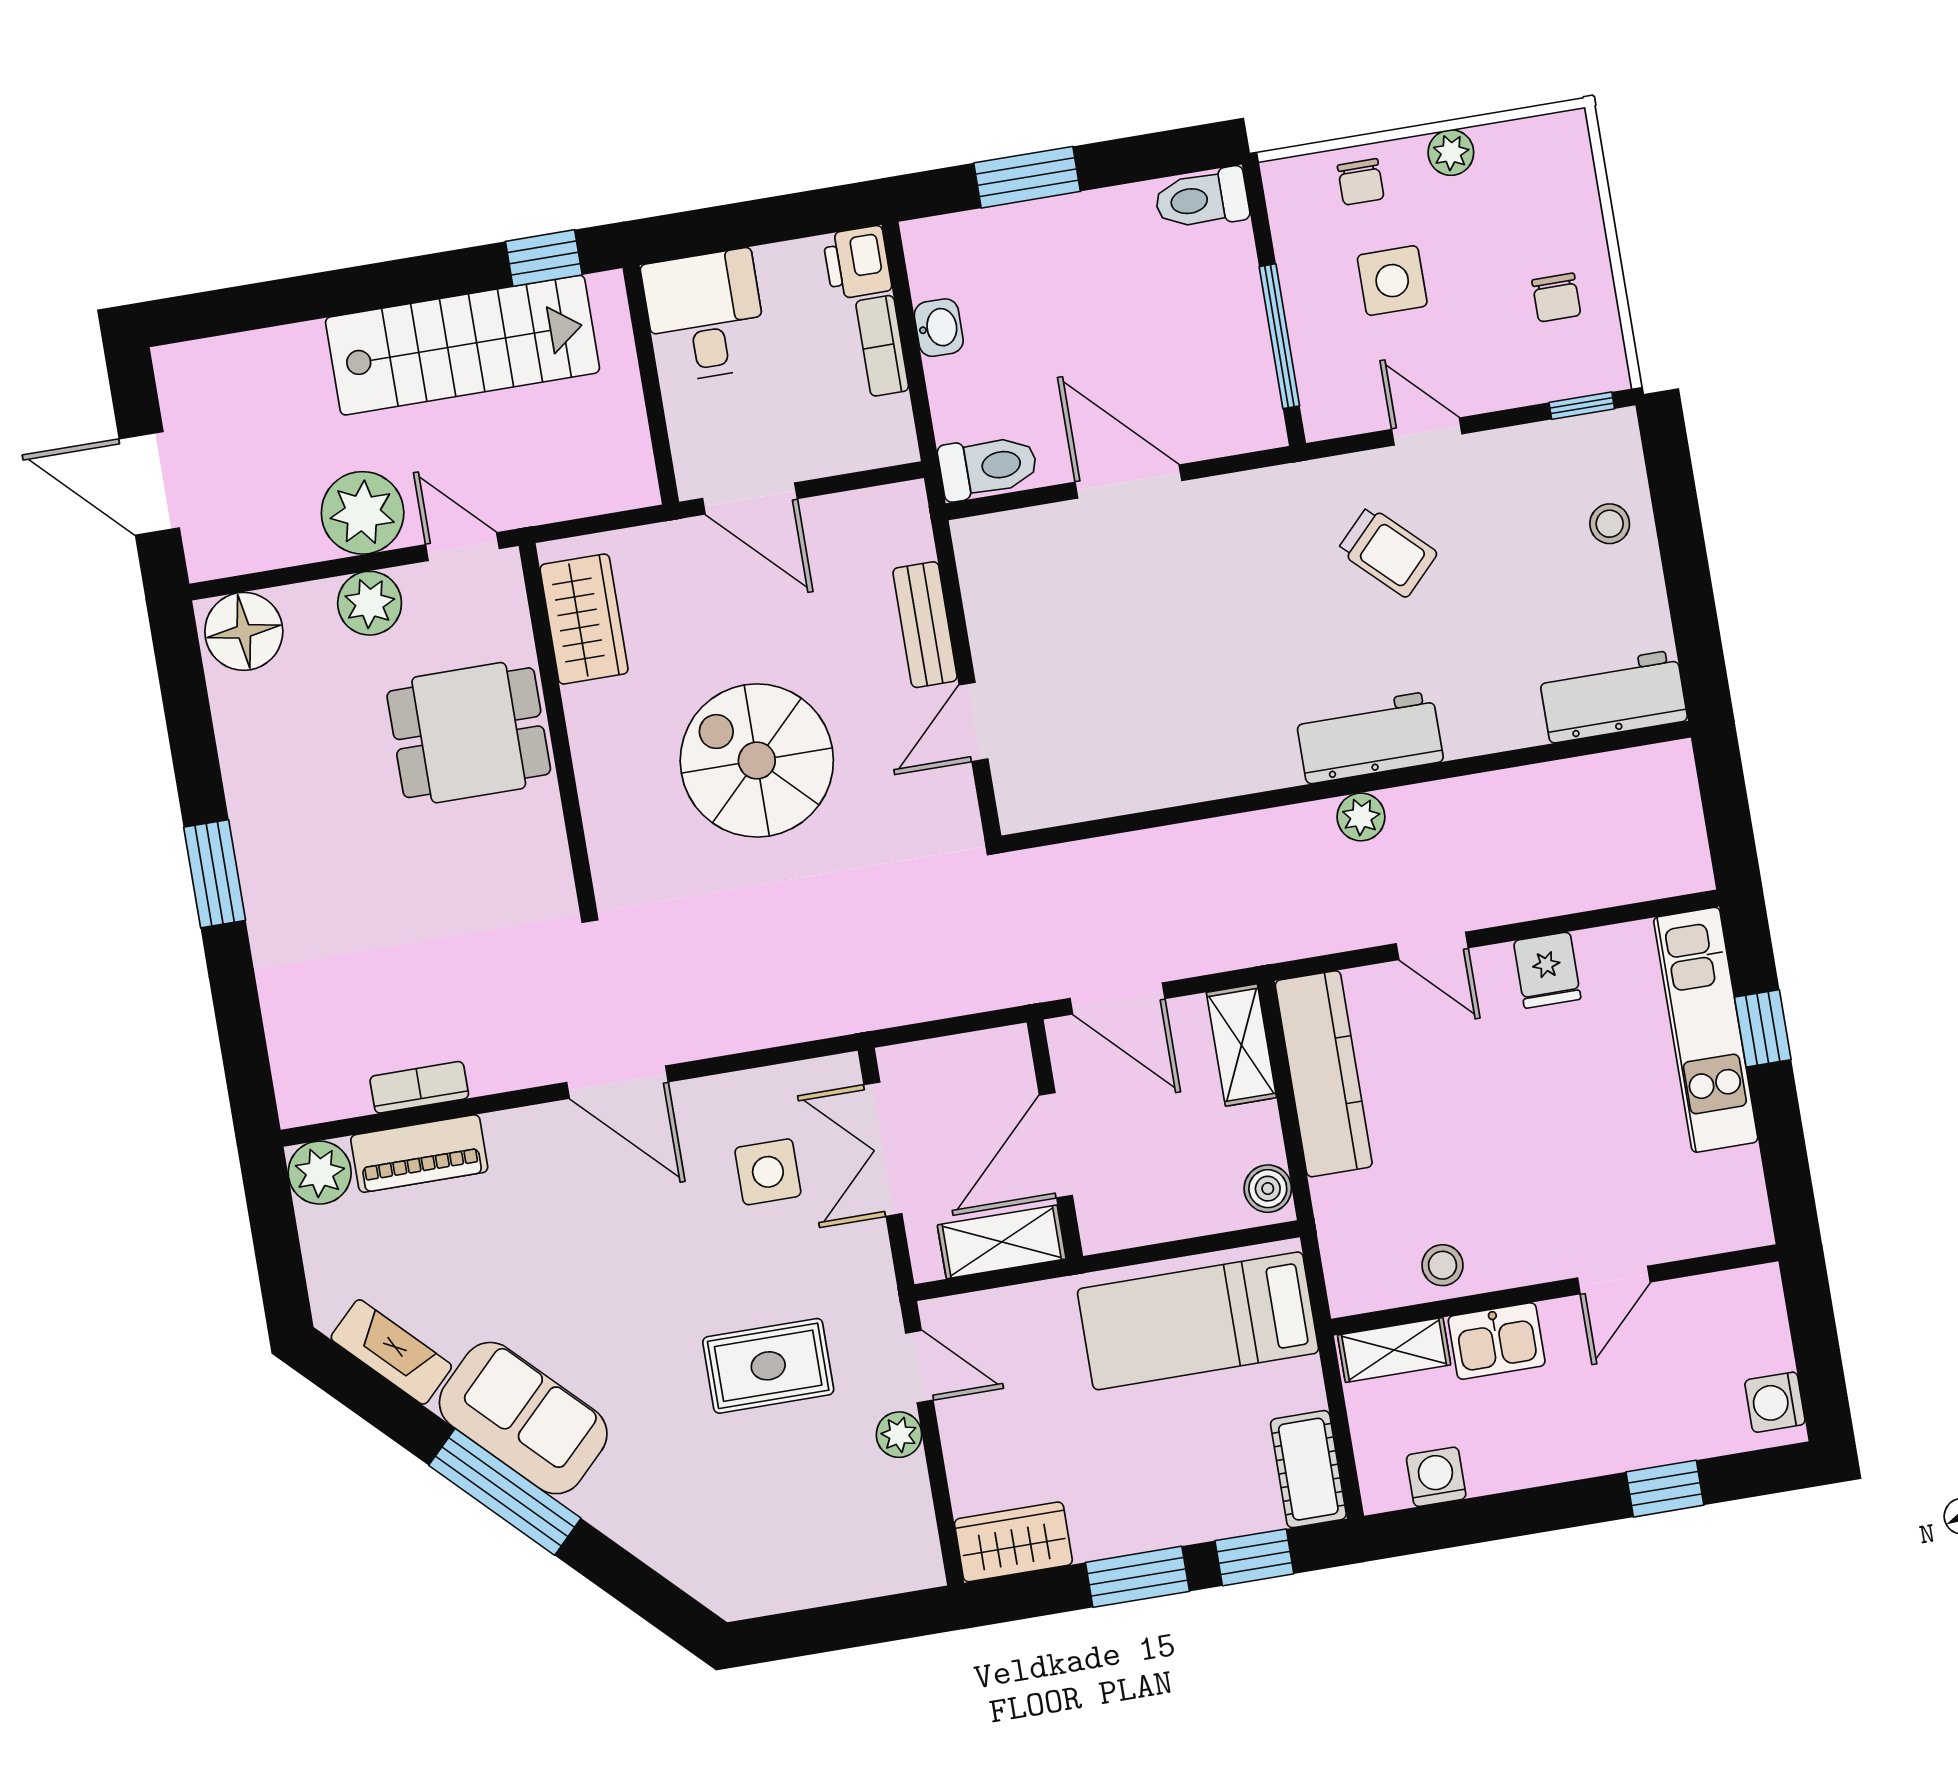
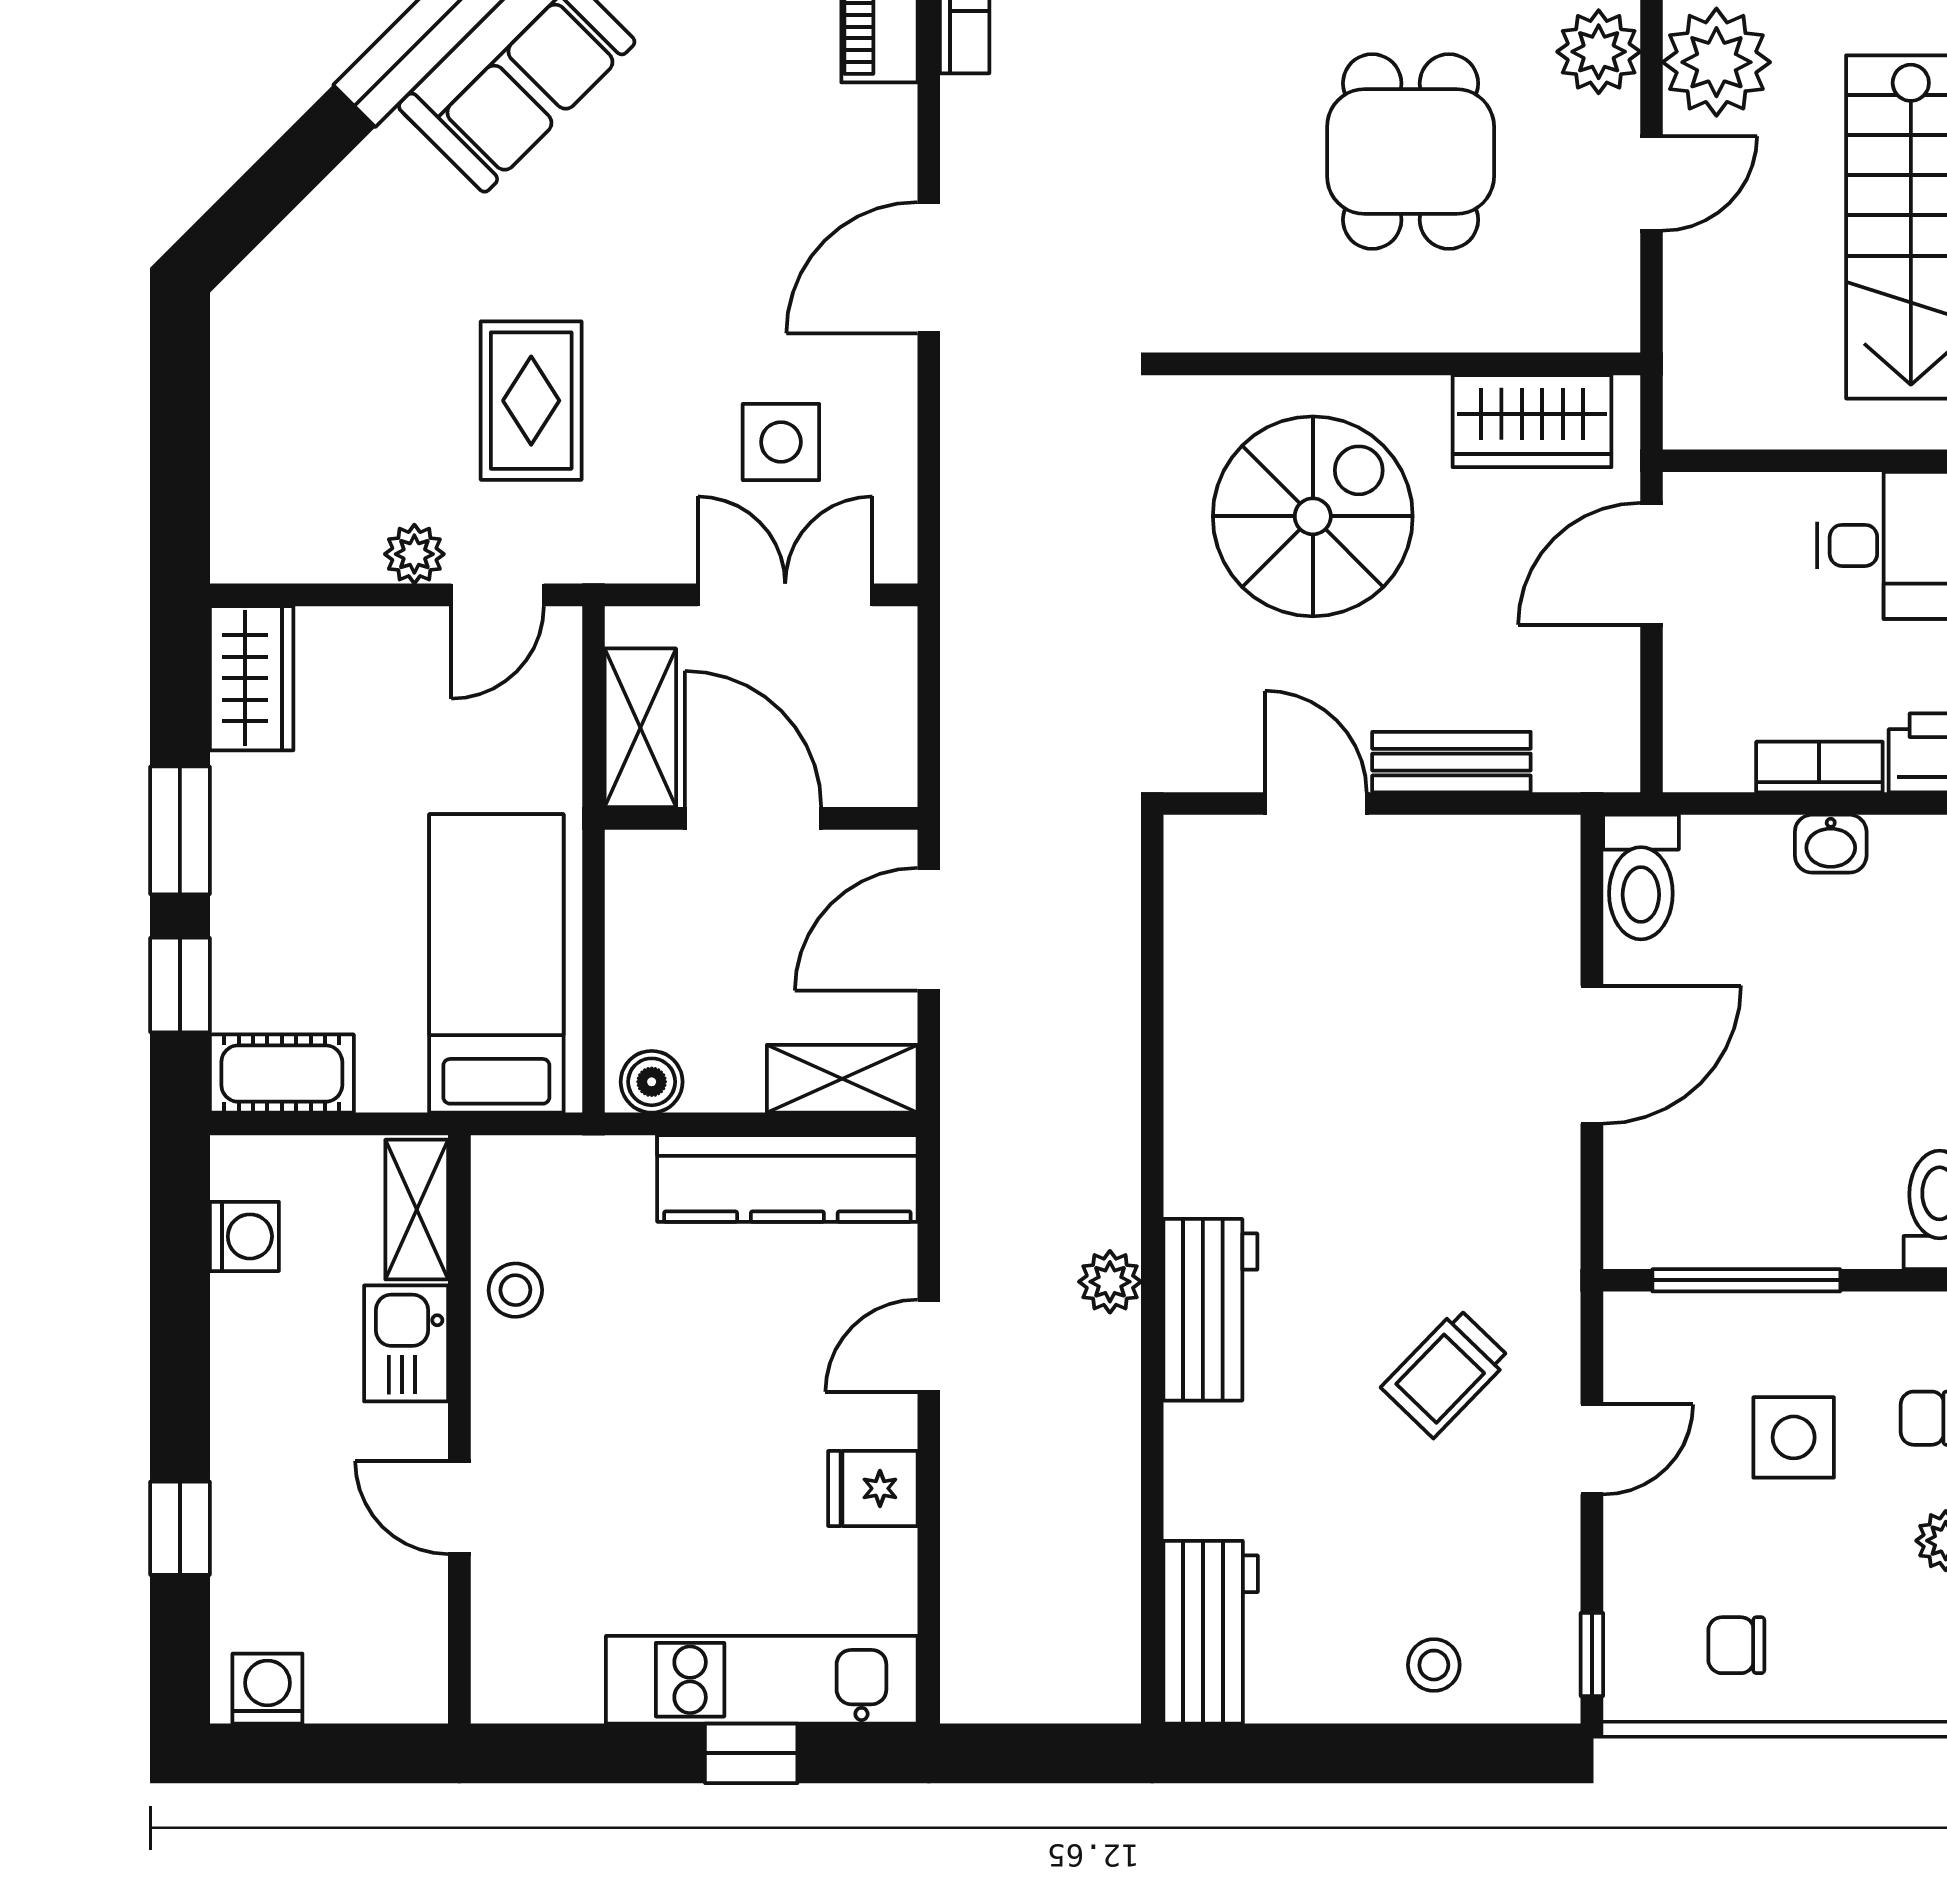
wardrobe: (584, 619) -> (1532, 421), moved
wall: (557, 725) -> (1402, 364), moved

